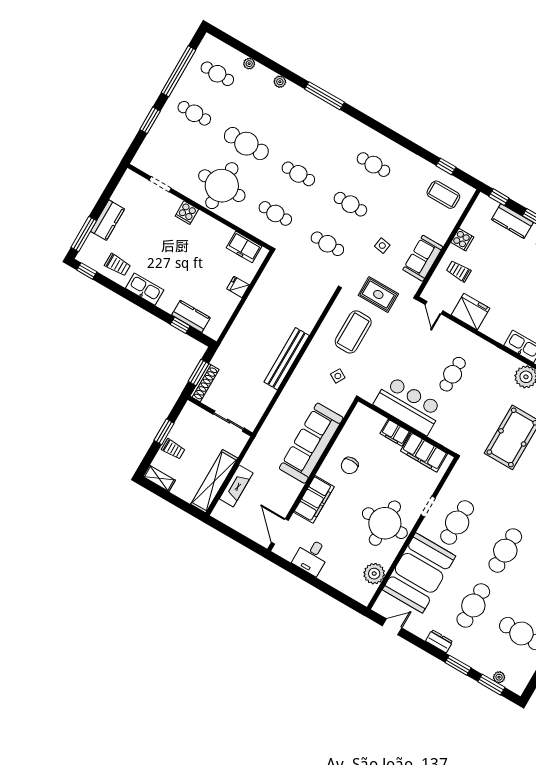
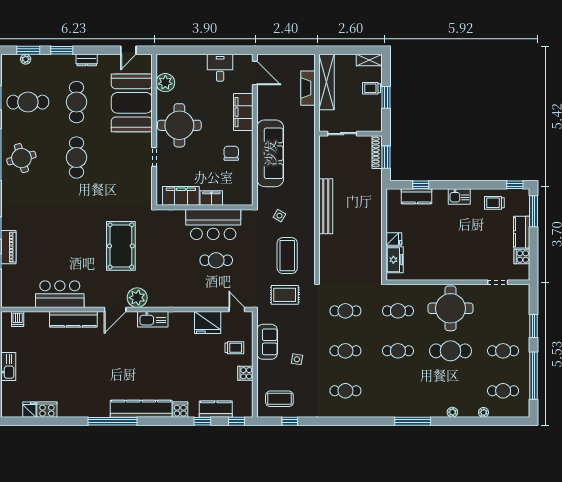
cooker: (187, 213) -> (522, 257), moved, turned -90
side table: (382, 246) -> (297, 359), moved
freezer: (244, 247) -> (395, 260), moved, turned 90
kitchen sink: (145, 289) -> (459, 196), width x0.73
cafe table: (453, 374) -> (216, 260), moved, turned 90
cafe table: (457, 523) -> (125, 158), removed

